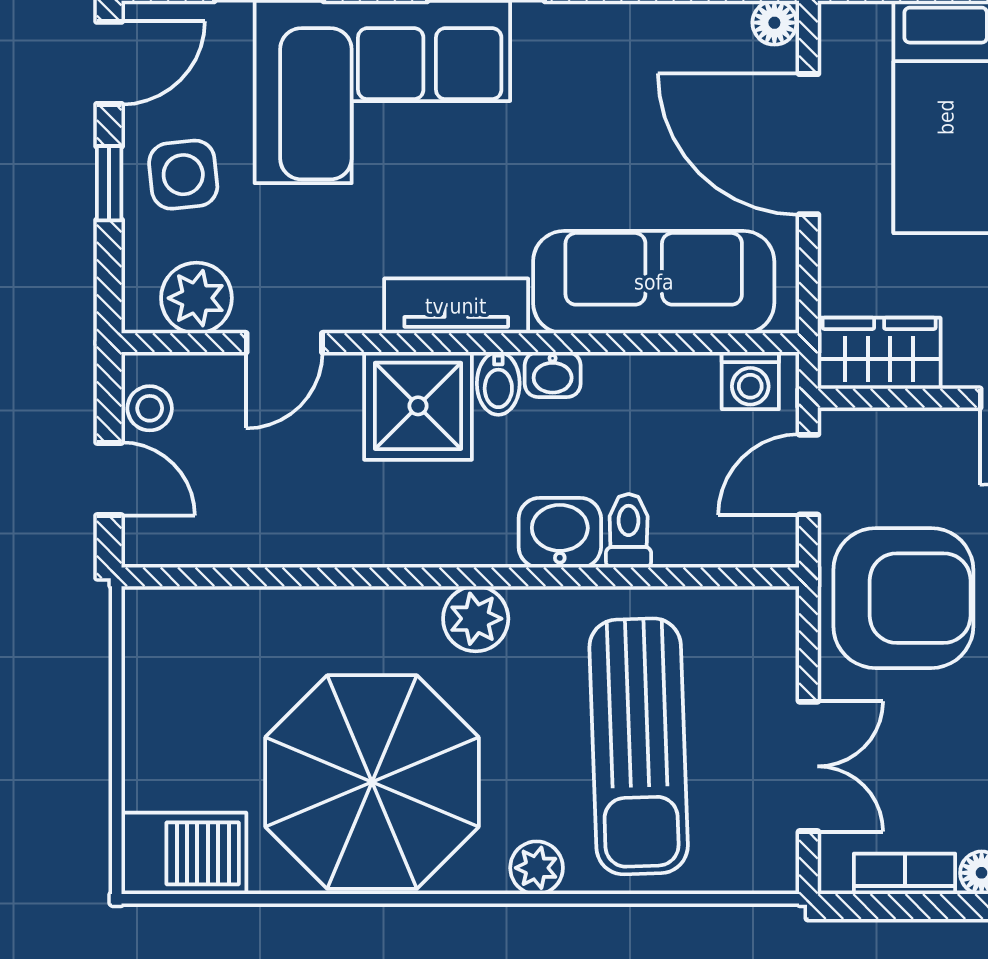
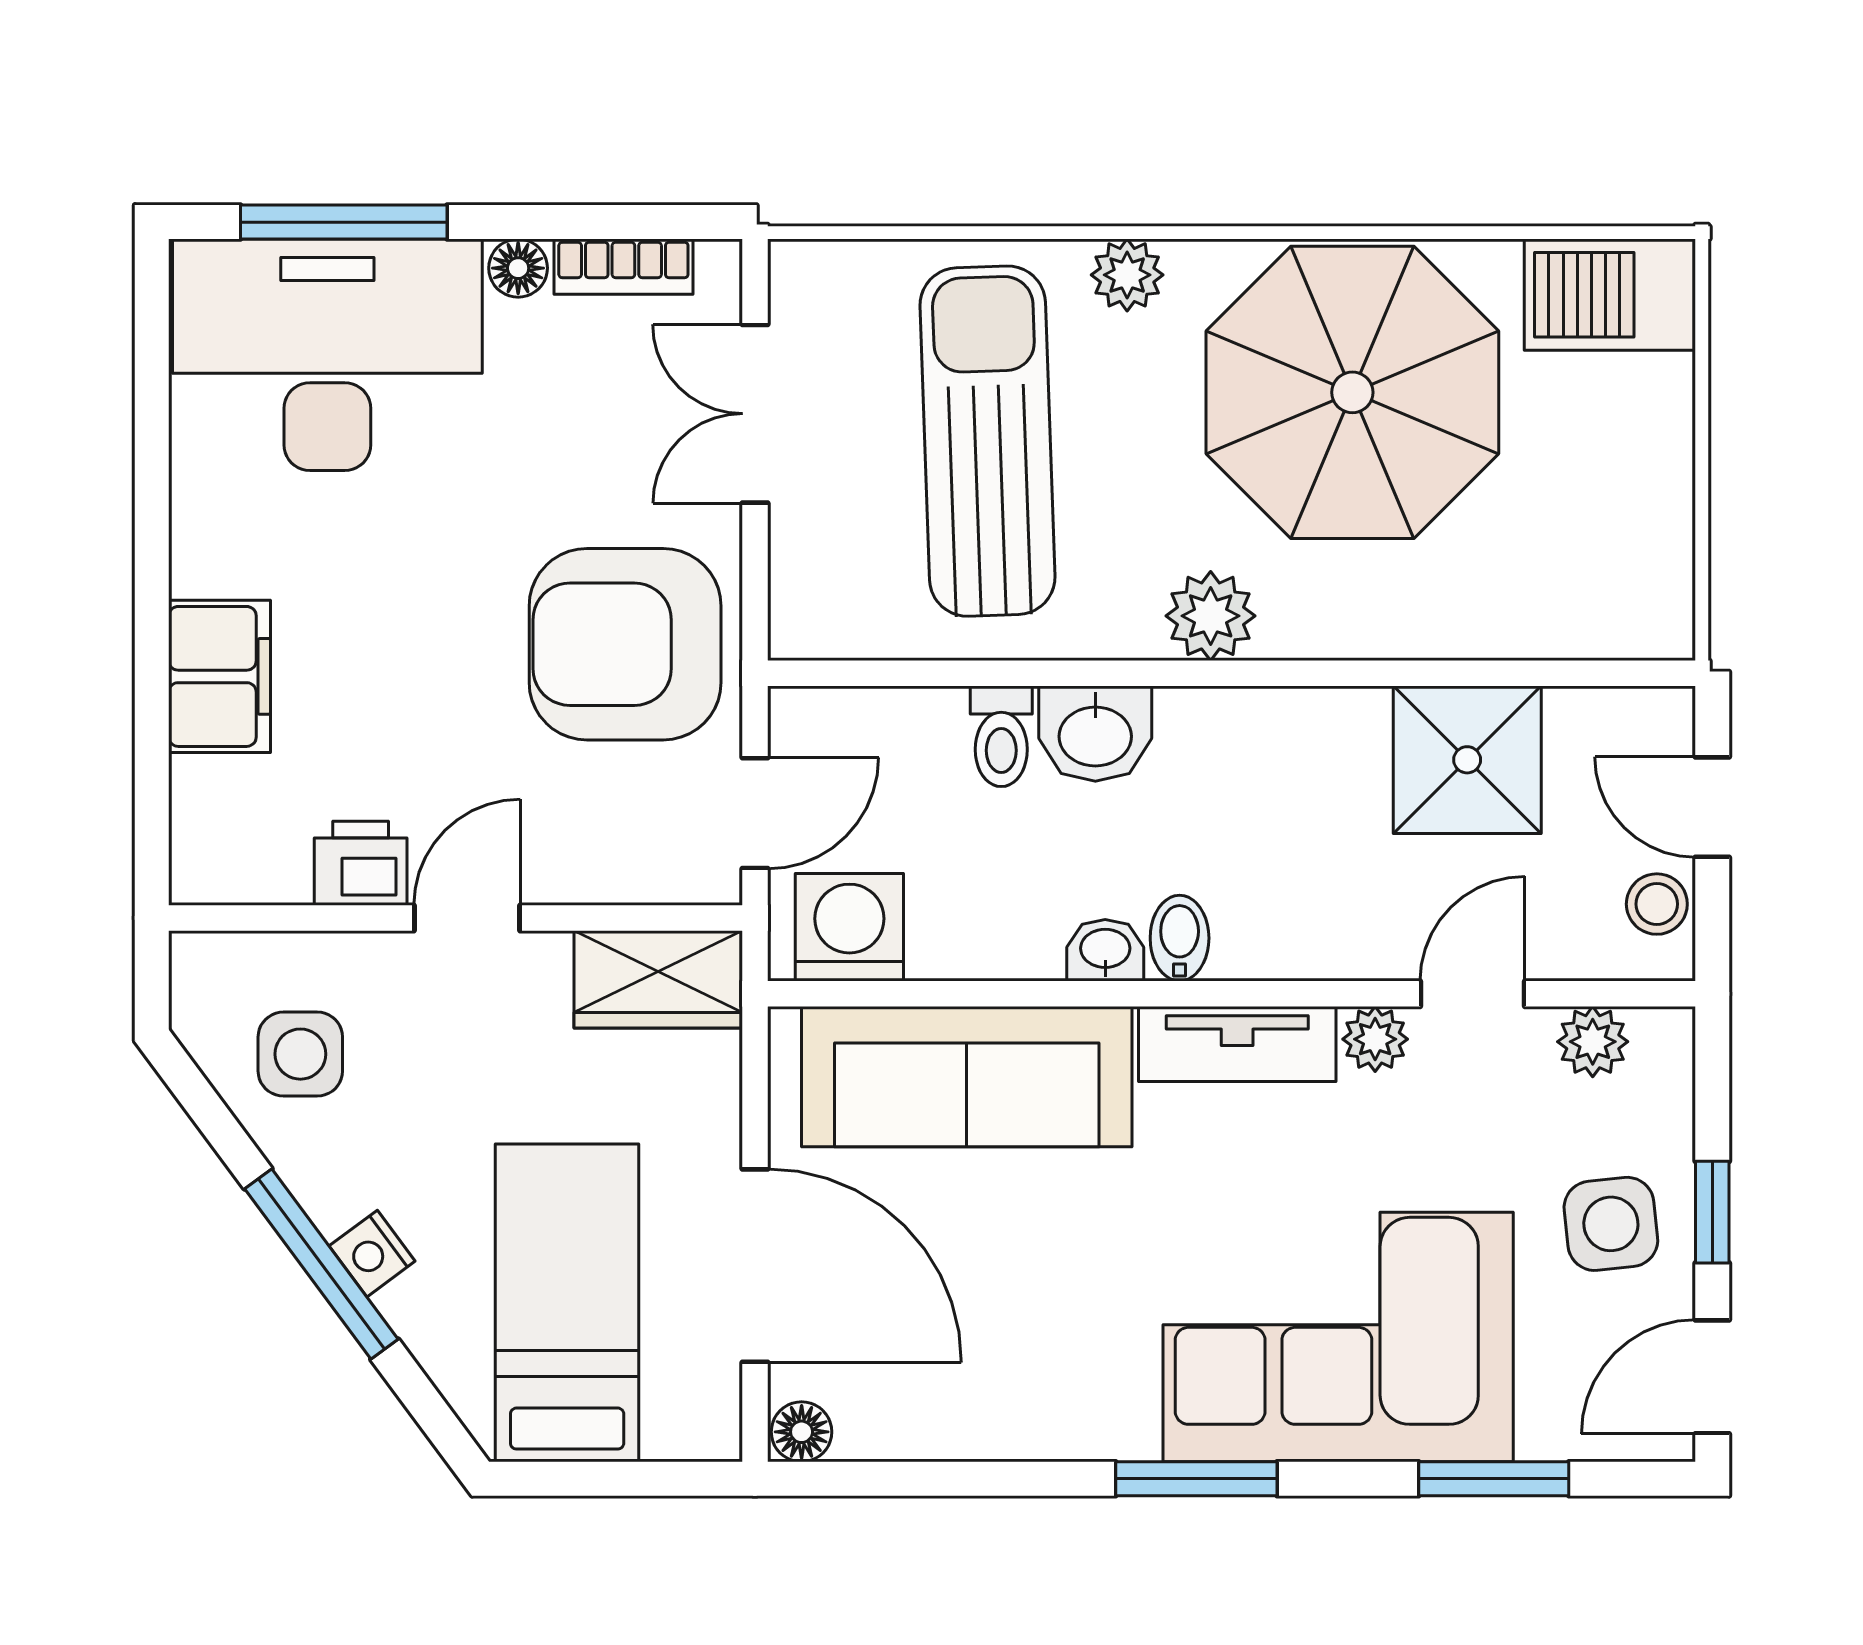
plant: (196, 298) -> (1593, 1042), width x0.73, depth x0.73
plant: (355, 310) -> (1375, 1039), added
washing machine: (750, 381) -> (849, 927), width x1.38, depth x1.38
shower: (418, 406) -> (1467, 760), moved

